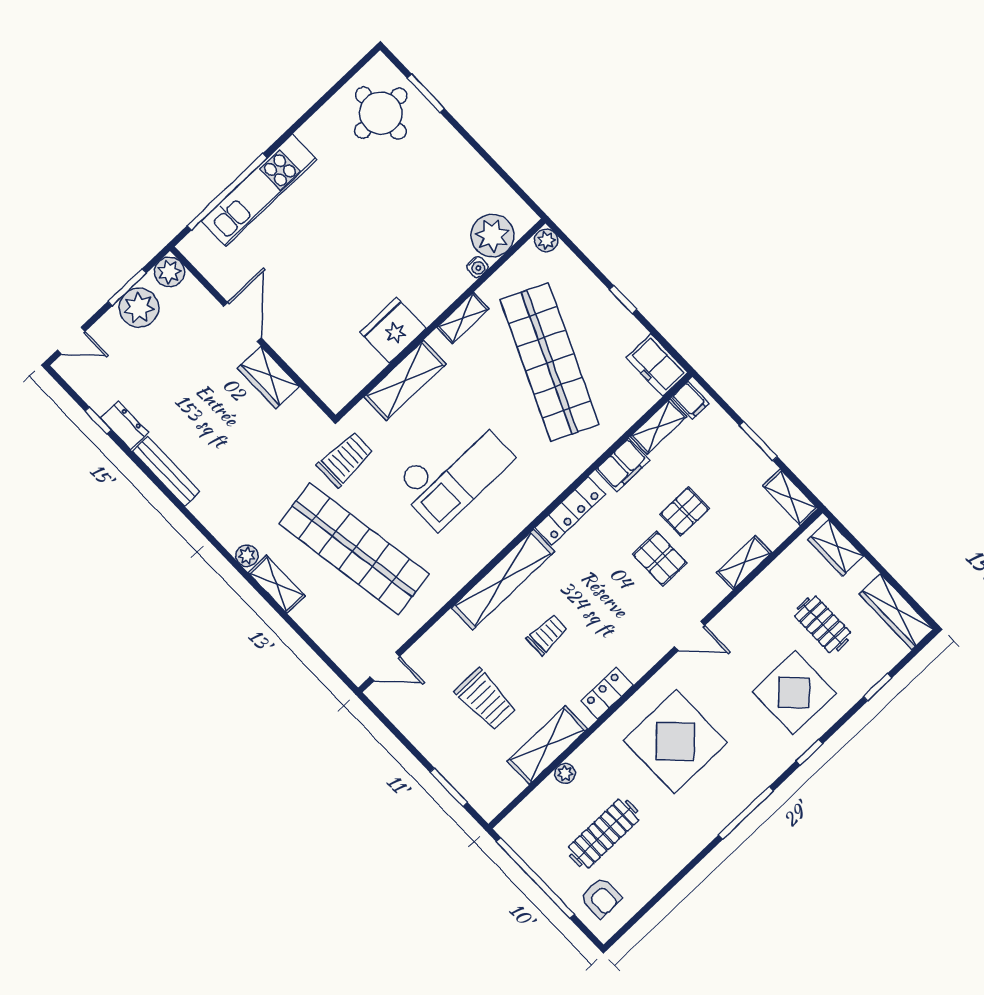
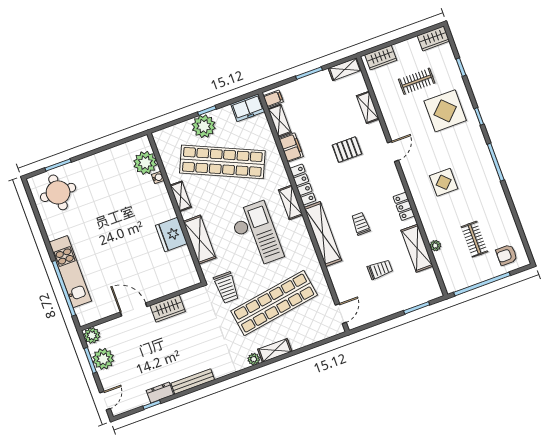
plant: (546, 240) -> (204, 126), moved, width x1.87, depth x1.87
trolley: (345, 459) -> (227, 288), turned 180
shelving: (532, 504) -> (291, 202), added
pallet: (685, 511) -> (329, 126), removed
wardrobe: (896, 612) -> (433, 38), width x0.67
trolley: (486, 699) -> (380, 270), width x0.73, depth x0.72
display table: (675, 741) -> (444, 182), width x0.54, depth x0.54
clothes rail: (604, 833) -> (475, 239), width x0.73
armchair: (601, 898) -> (507, 255), turned 180

